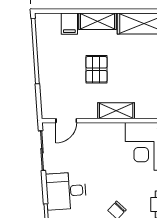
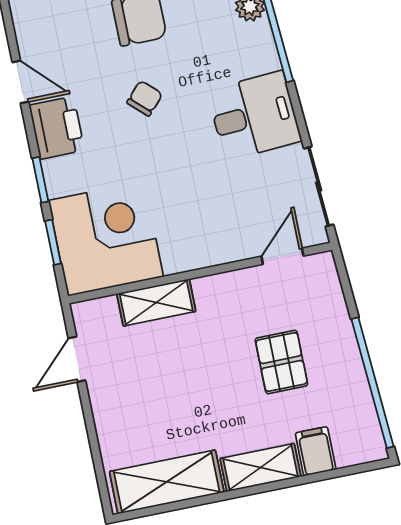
pallet: (96, 69) -> (281, 362), moved
shelving: (116, 111) -> (156, 303), moved

